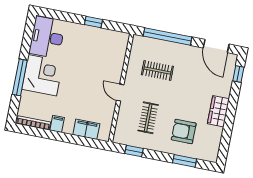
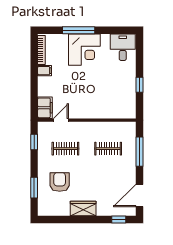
window: (167, 36) -> (139, 152), width x0.68
desk: (47, 37) -> (123, 47), width x0.73
clothes rail: (157, 71) -> (108, 149), turned 90
door: (120, 93) -> (61, 120), moved
filing cabinet: (86, 129) -> (45, 108), moved

